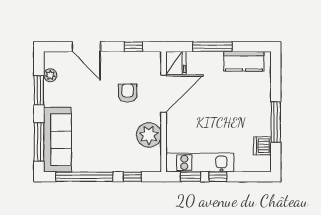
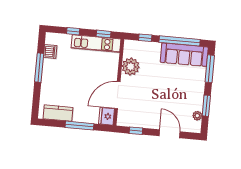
armchair: (128, 93) -> (143, 98), removed
sofa: (57, 140) -> (184, 55), moved, turned -90
window: (218, 177) -> (73, 31), moved

